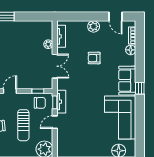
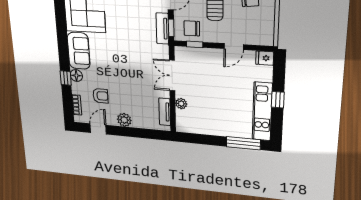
door: (116, 17) -> (98, 129), hinge flipped
floor lamp: (131, 50) -> (76, 76), moved
armchair: (94, 58) -> (100, 96), moved
window: (140, 88) -> (66, 78), moved

